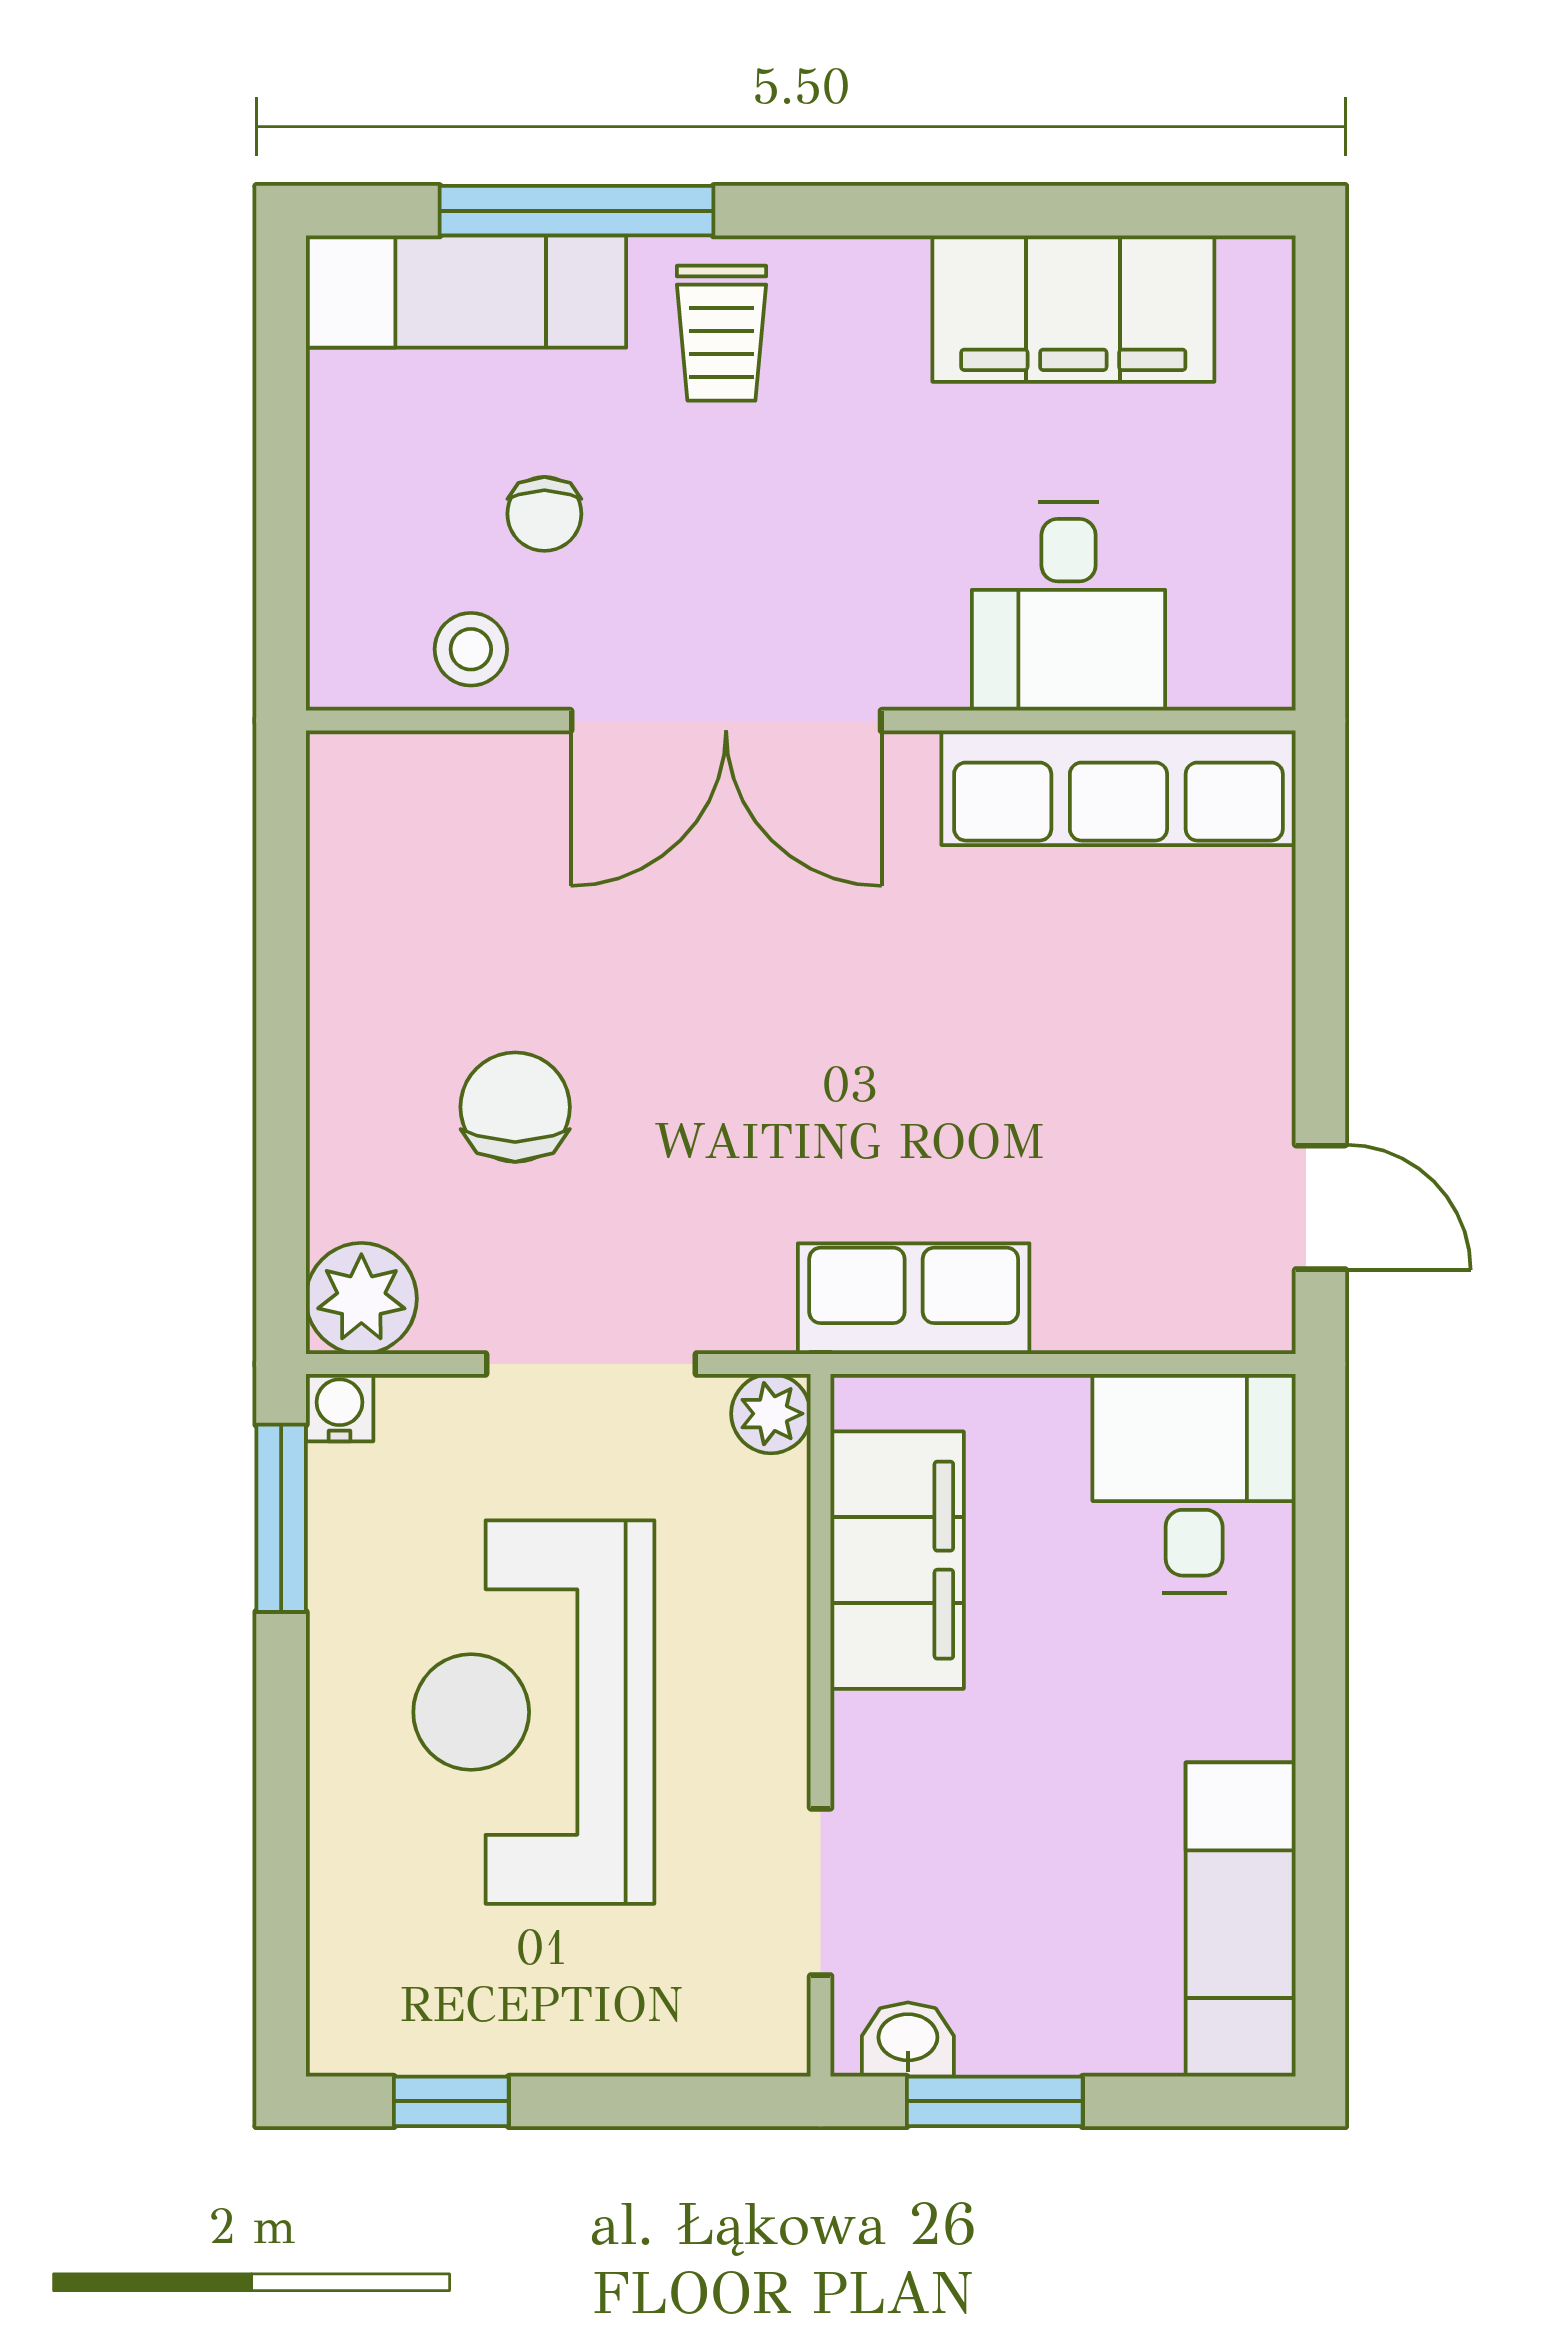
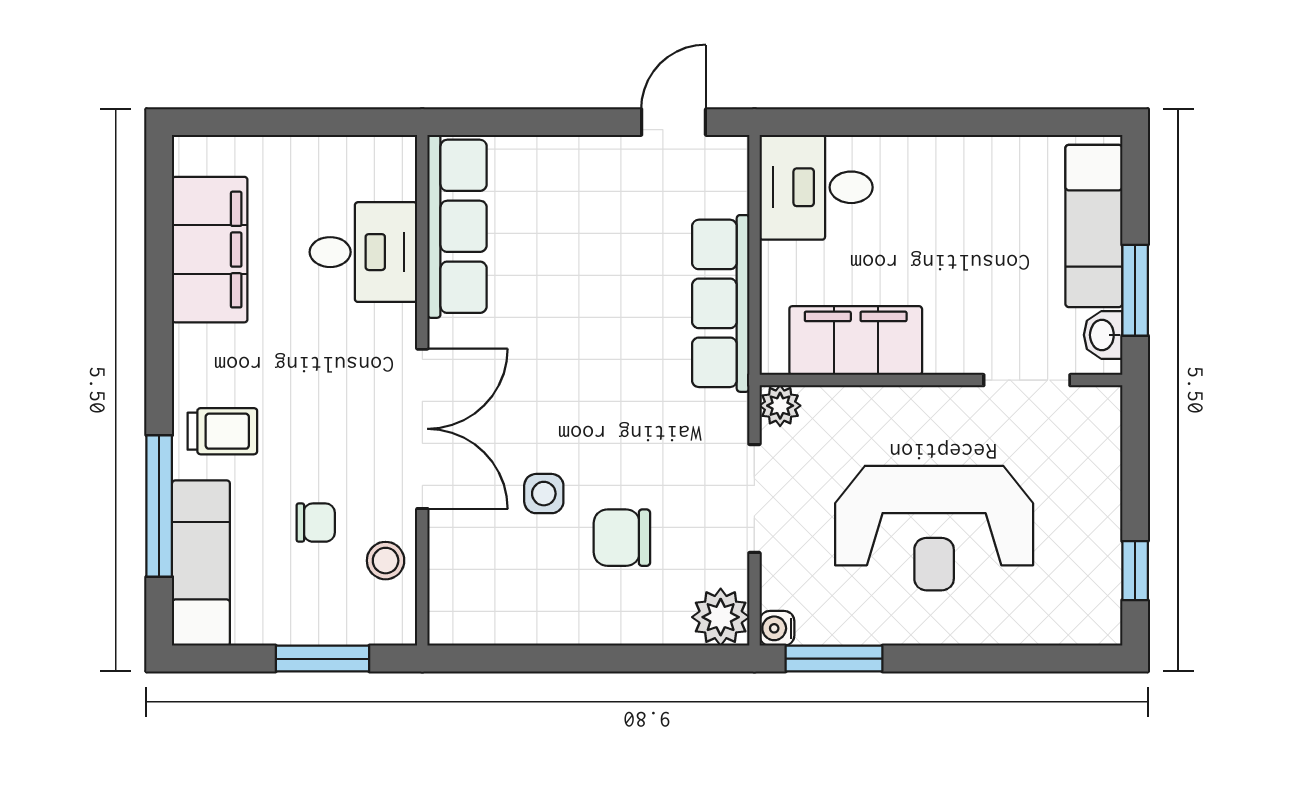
window: (281, 527) -> (323, 659), added
side table: (601, 956) -> (544, 494), added
row of seats: (914, 1299) -> (721, 303), width x1.48
exam couch: (1241, 1920) -> (1094, 226), moved, turned 90

